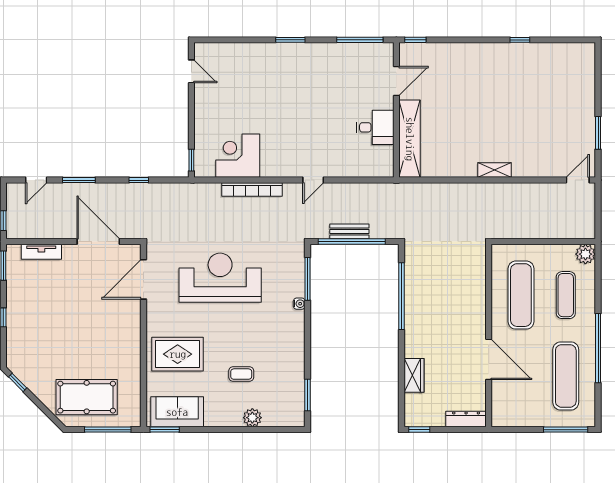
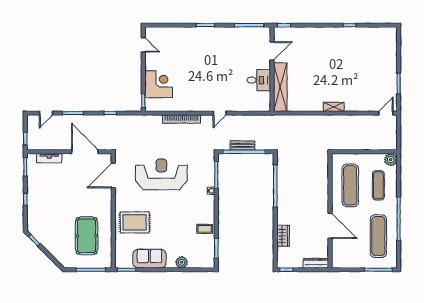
corner desk: (238, 156) -> (159, 84), moved, turned 90
coffee table: (241, 374) -> (205, 229), moved
pool table: (87, 397) -> (87, 236), moved, turned 90
sofa: (177, 412) -> (149, 259), moved

